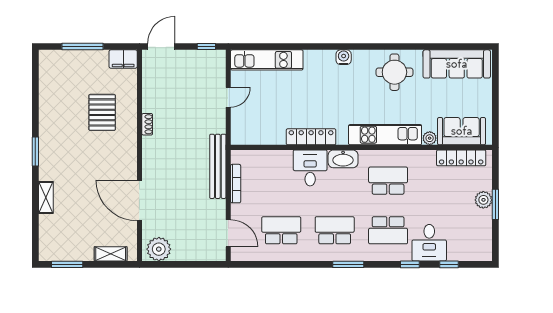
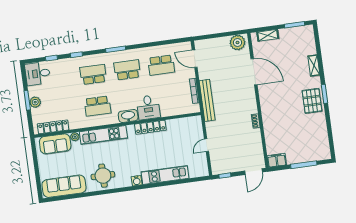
kitchen unit: (267, 60) -> (165, 175), moved
pallet: (102, 112) -> (312, 101), moved
school desk: (335, 230) -> (127, 70), turned 180
desk: (429, 243) -> (38, 74), moved, turned -90

